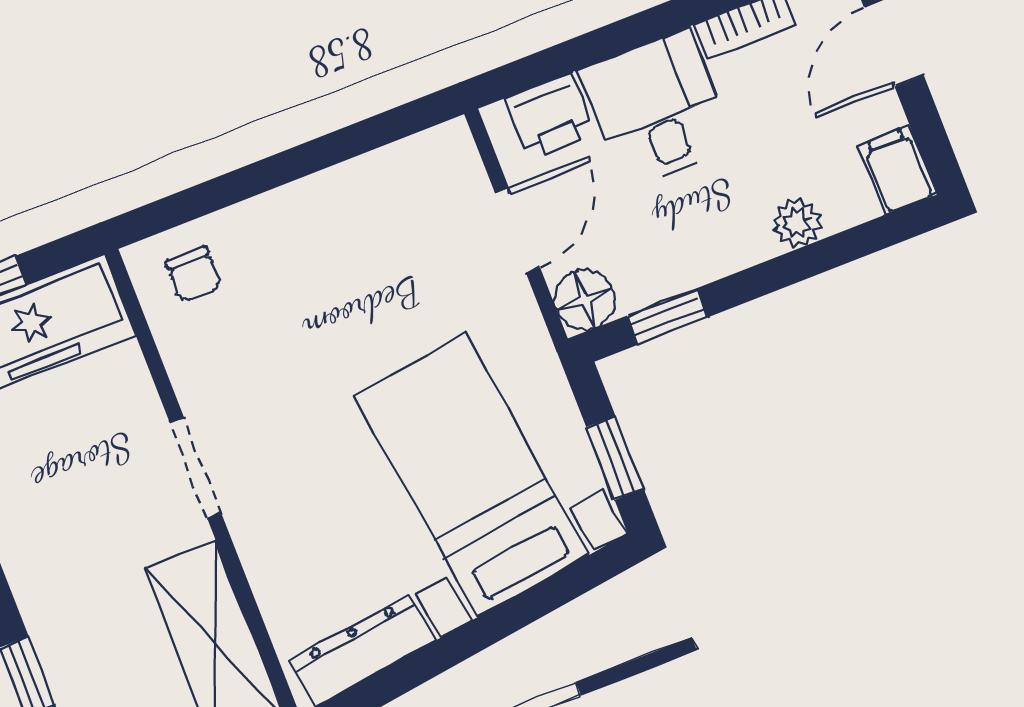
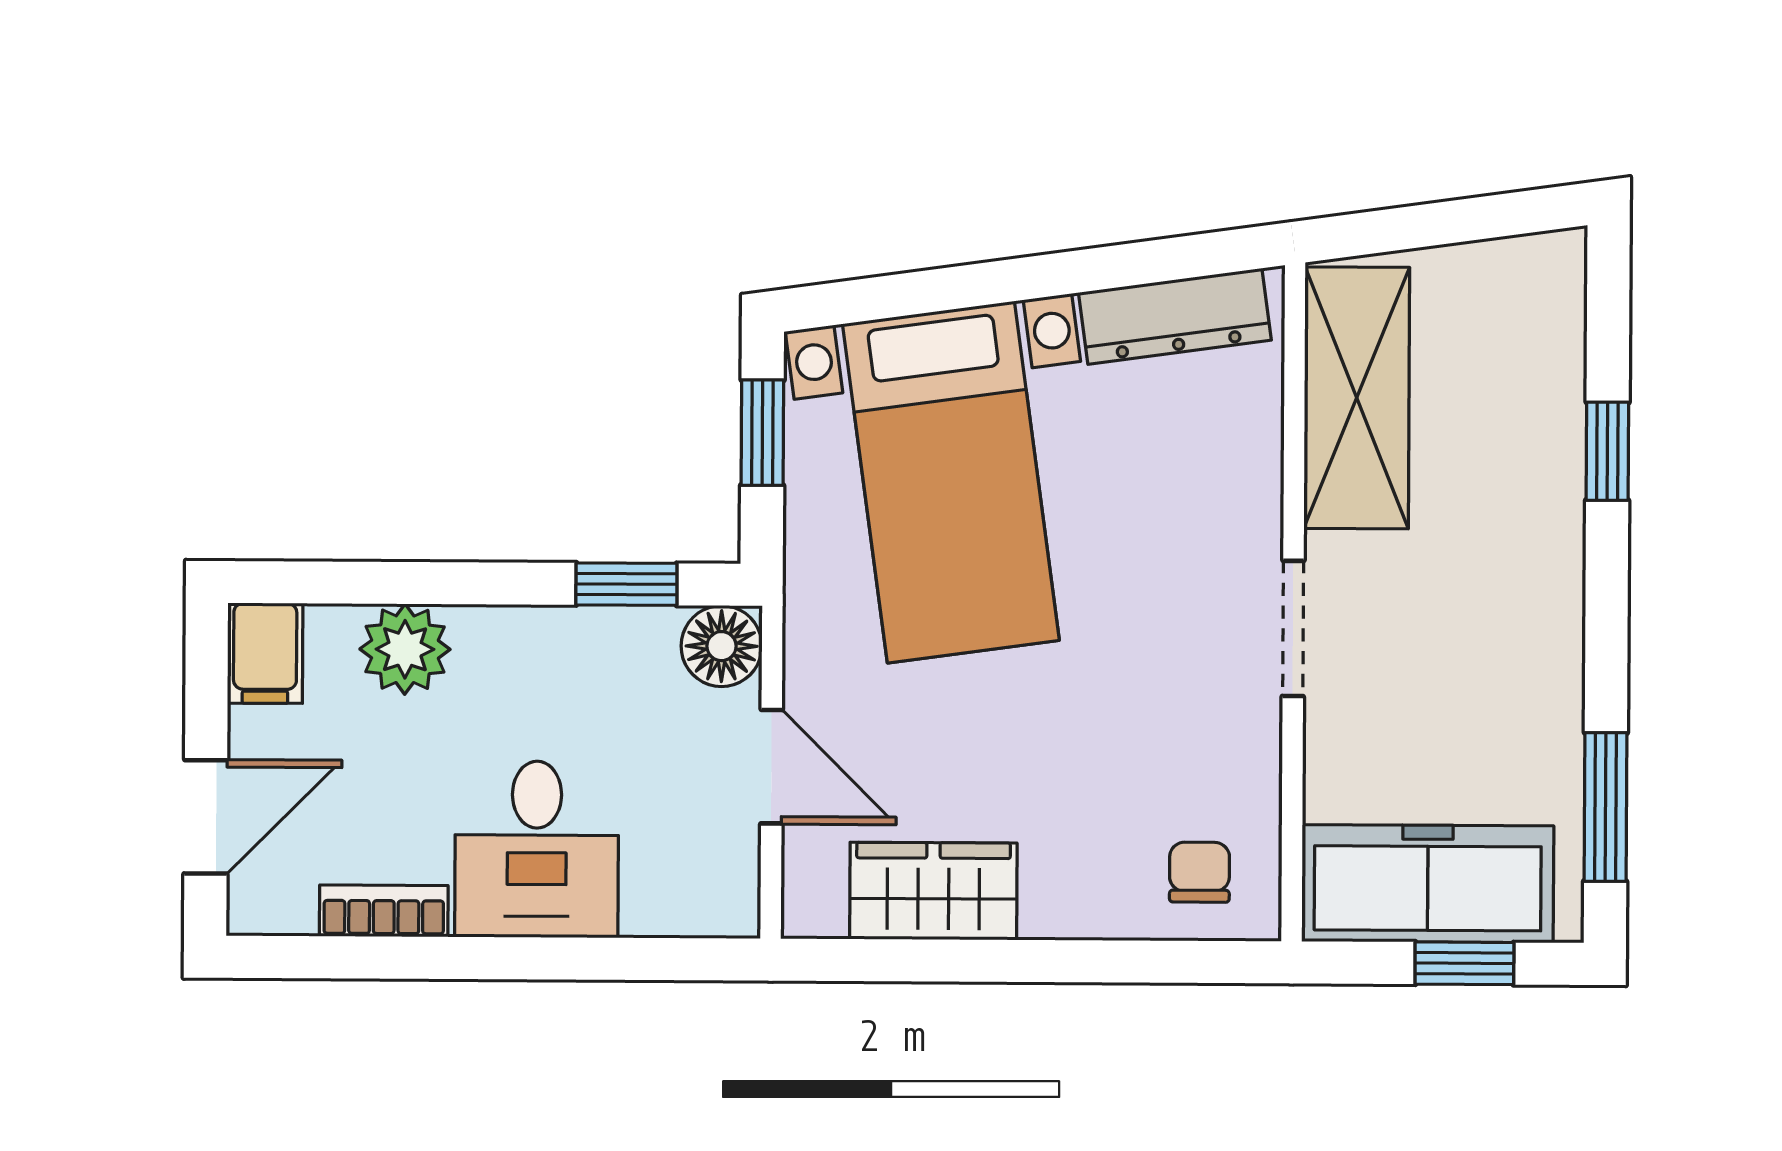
printer: (550, 116) -> (674, 894), removed
wardrobe: (372, 189) -> (933, 891), added
plant: (797, 223) -> (405, 649), width x1.38, depth x1.38
door: (517, 230) -> (771, 767), swing flipped

